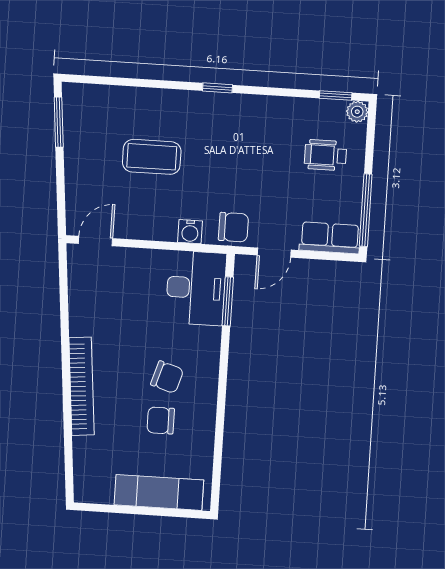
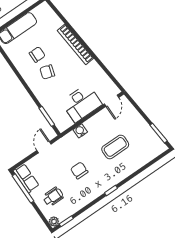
chair: (233, 227) -> (79, 170), moved, turned 90
row of seats: (330, 238) -> (26, 178), moved, turned -90
desk: (196, 288) -> (82, 103), moved, turned -90

